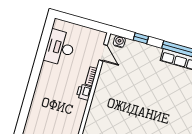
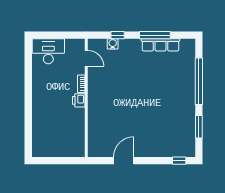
water cooler: (119, 42) -> (113, 44), moved
desk: (60, 48) -> (48, 51), moved, turned 90

